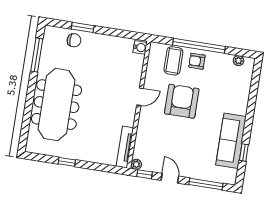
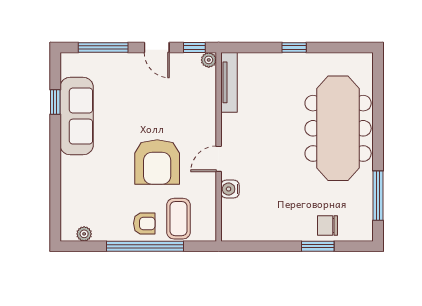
water cooler: (140, 47) -> (230, 189), moved
window: (67, 162) -> (294, 47), moved

